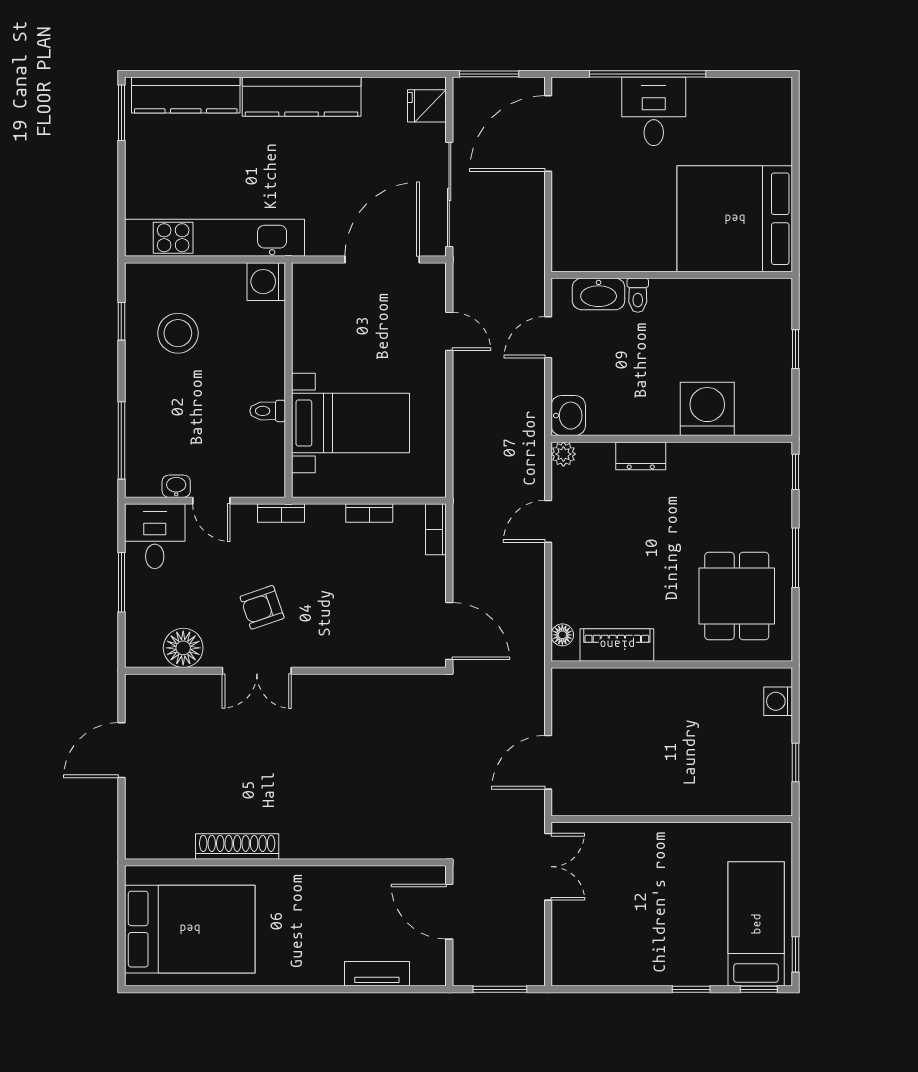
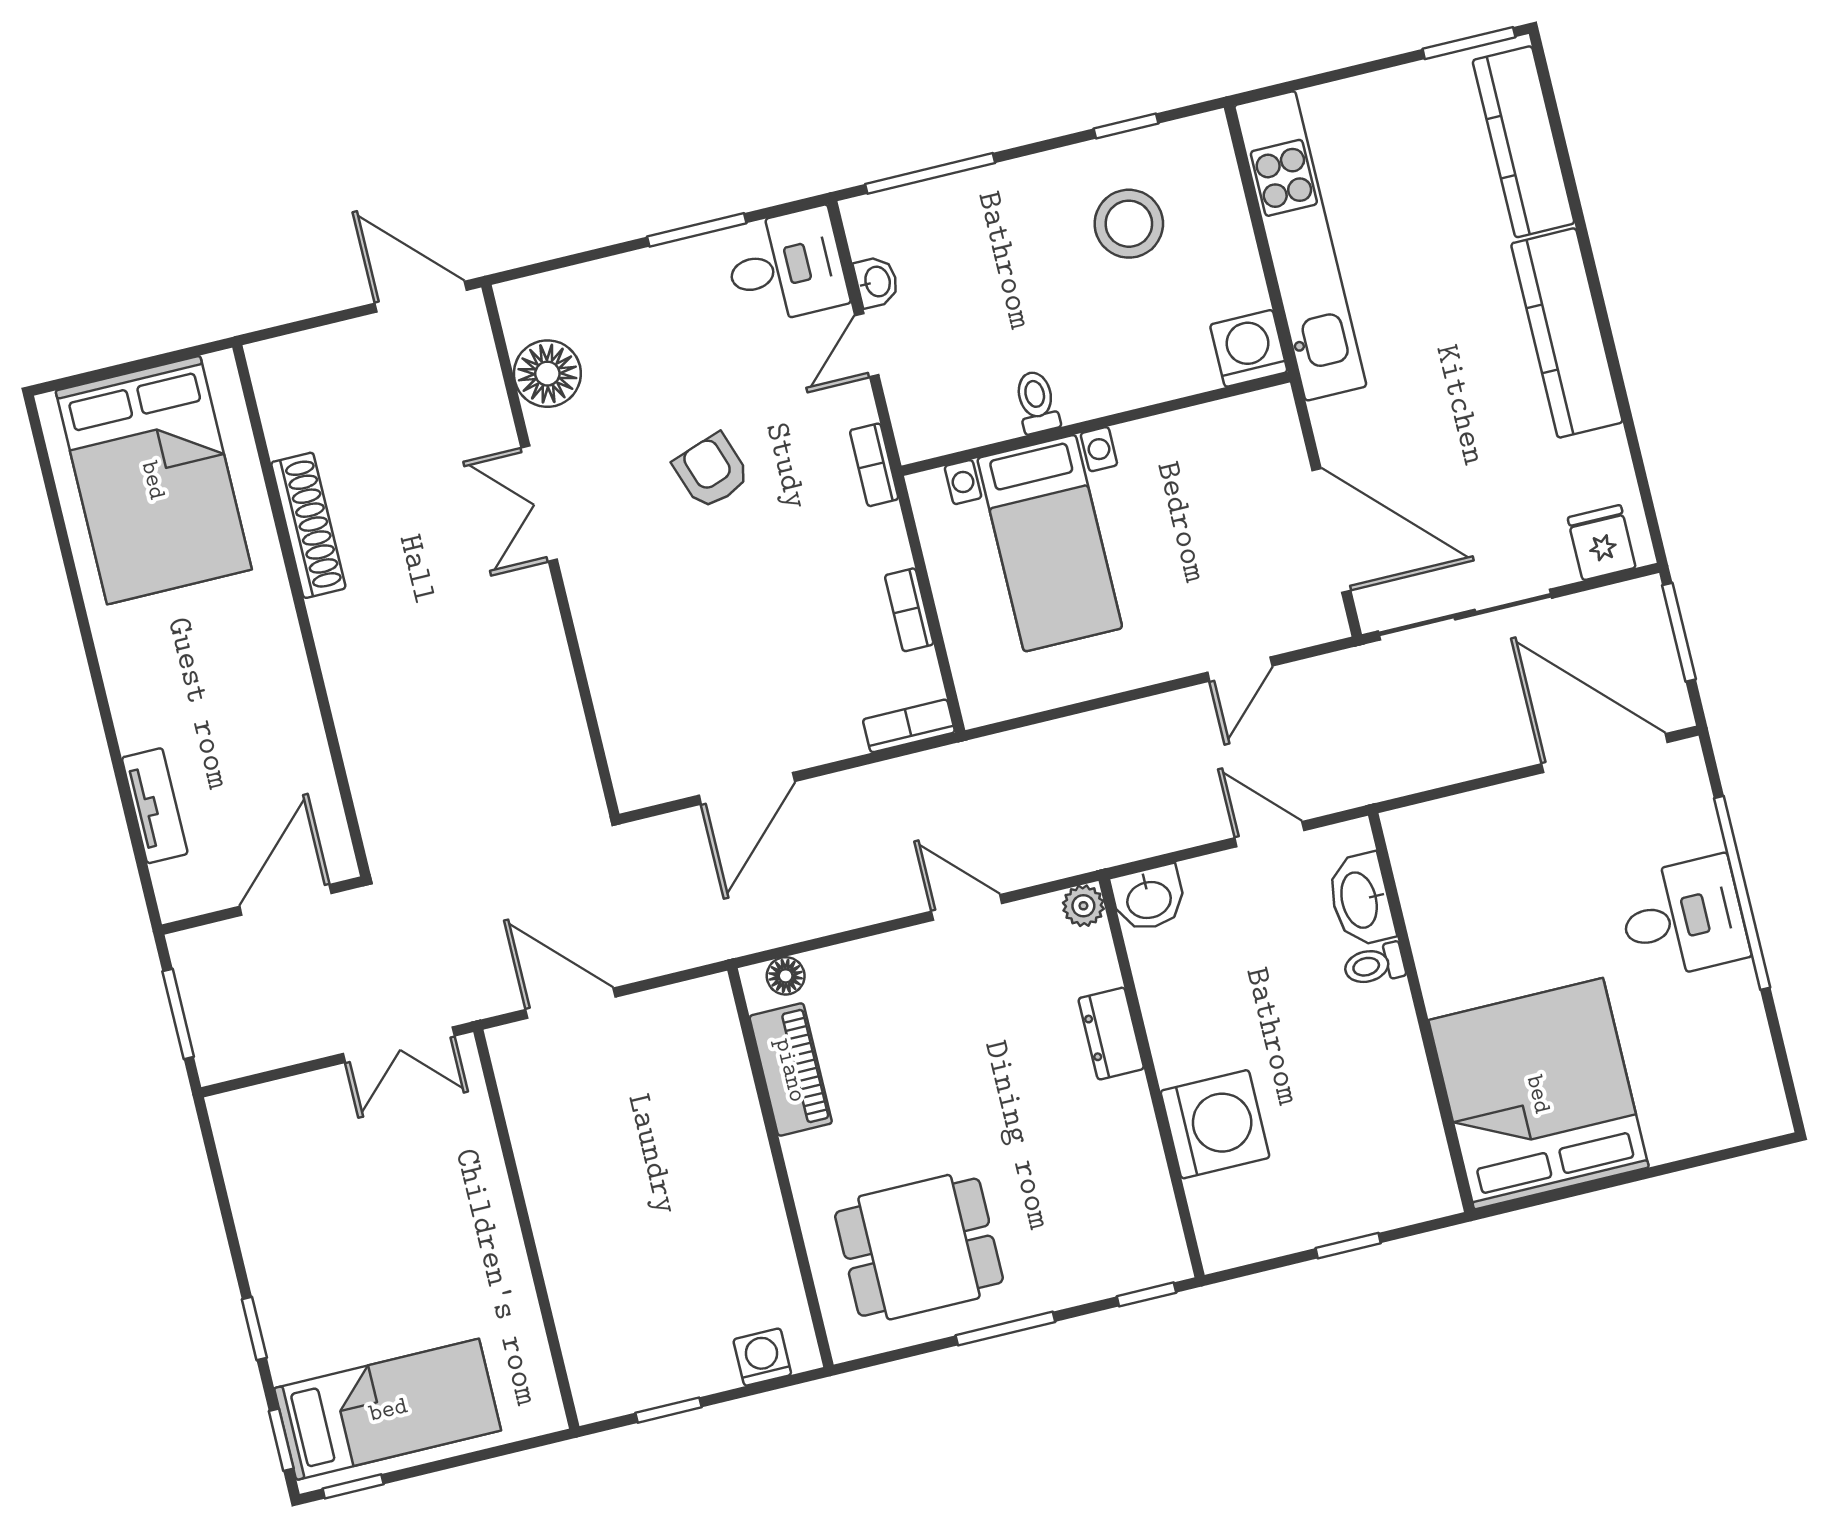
floor lamp: (183, 648) -> (547, 374), moved
double door: (257, 671) -> (539, 504), moved
wall: (285, 671) -> (550, 551), moved

